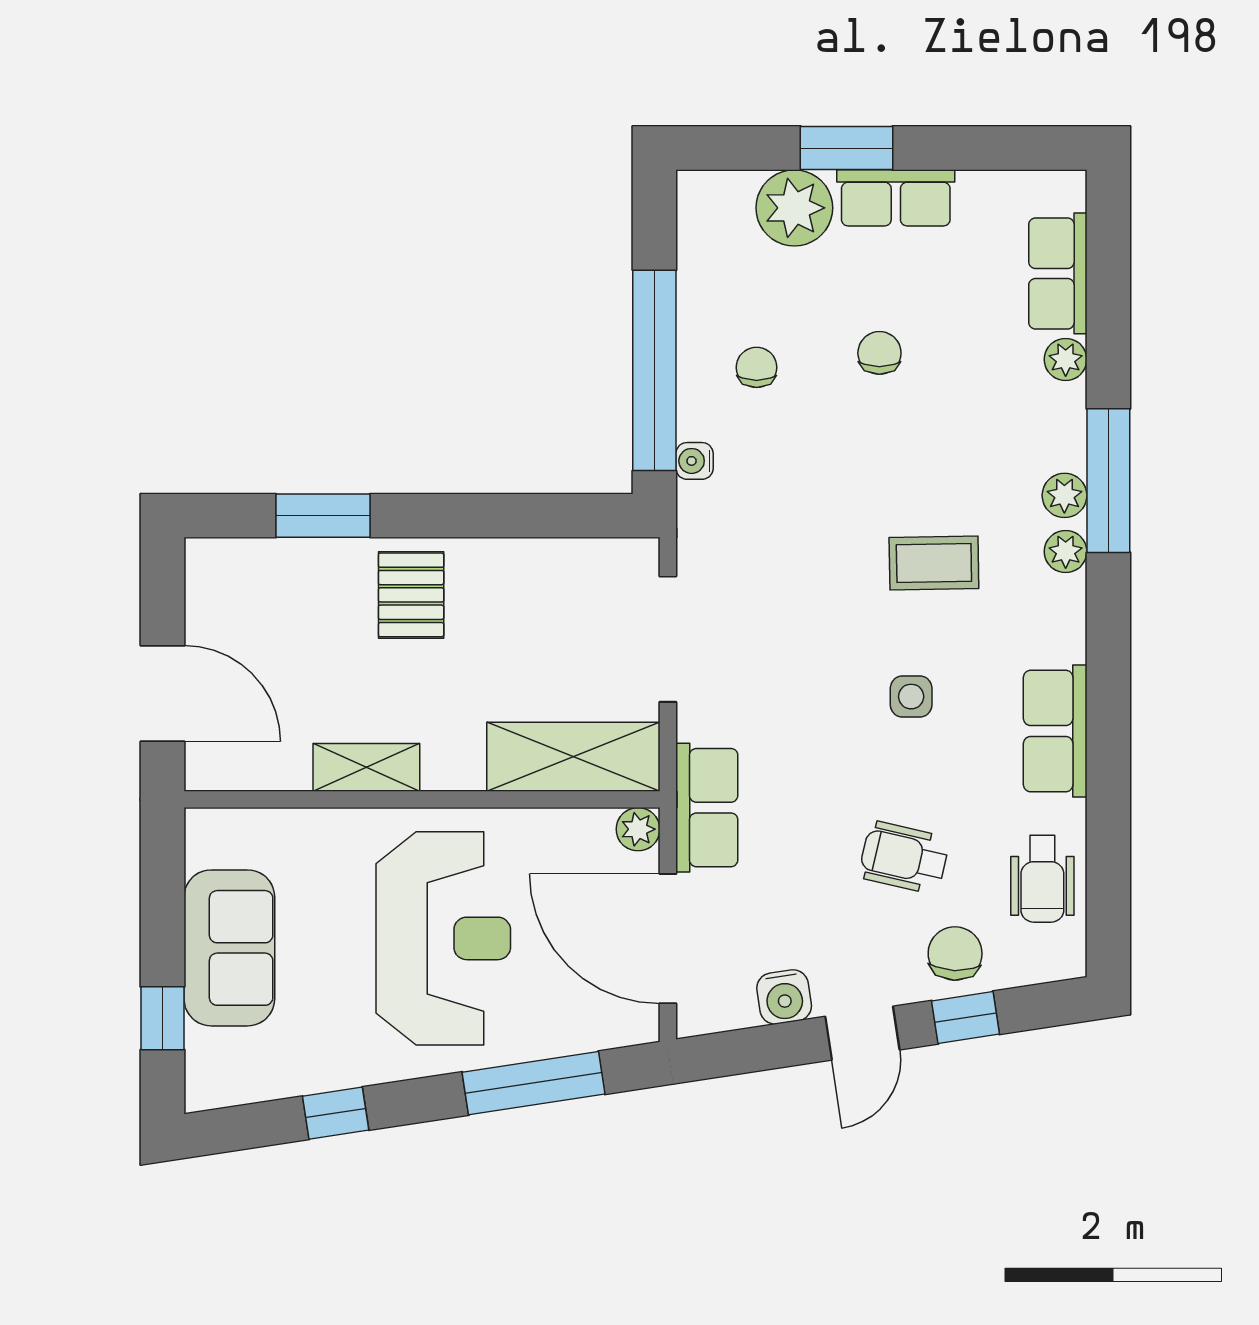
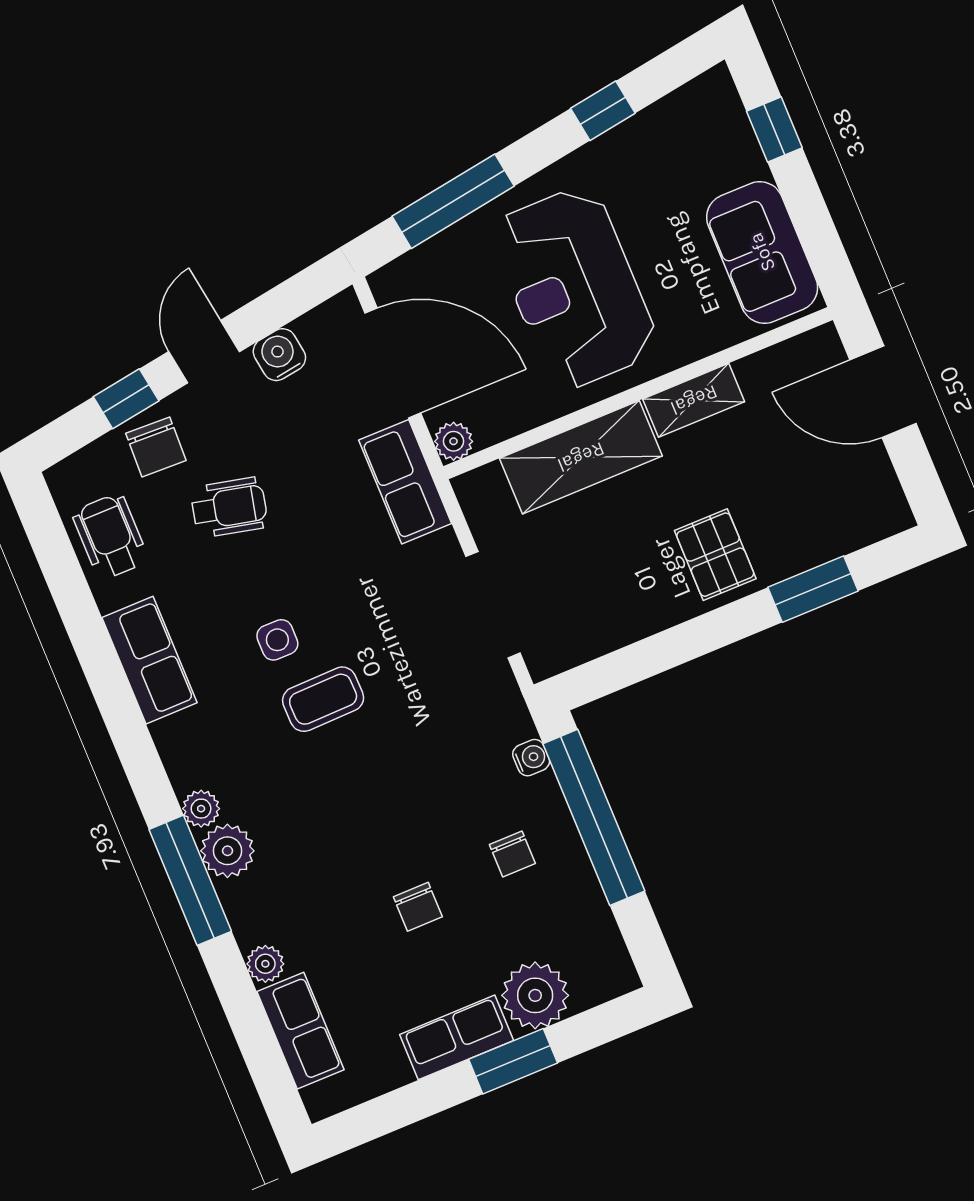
plant: (1064, 495) -> (227, 851), width x1.38, depth x1.38
coffee table: (934, 563) -> (323, 699), moved
shelving: (573, 757) -> (581, 457), moved
sofa: (229, 948) -> (762, 252), moved

